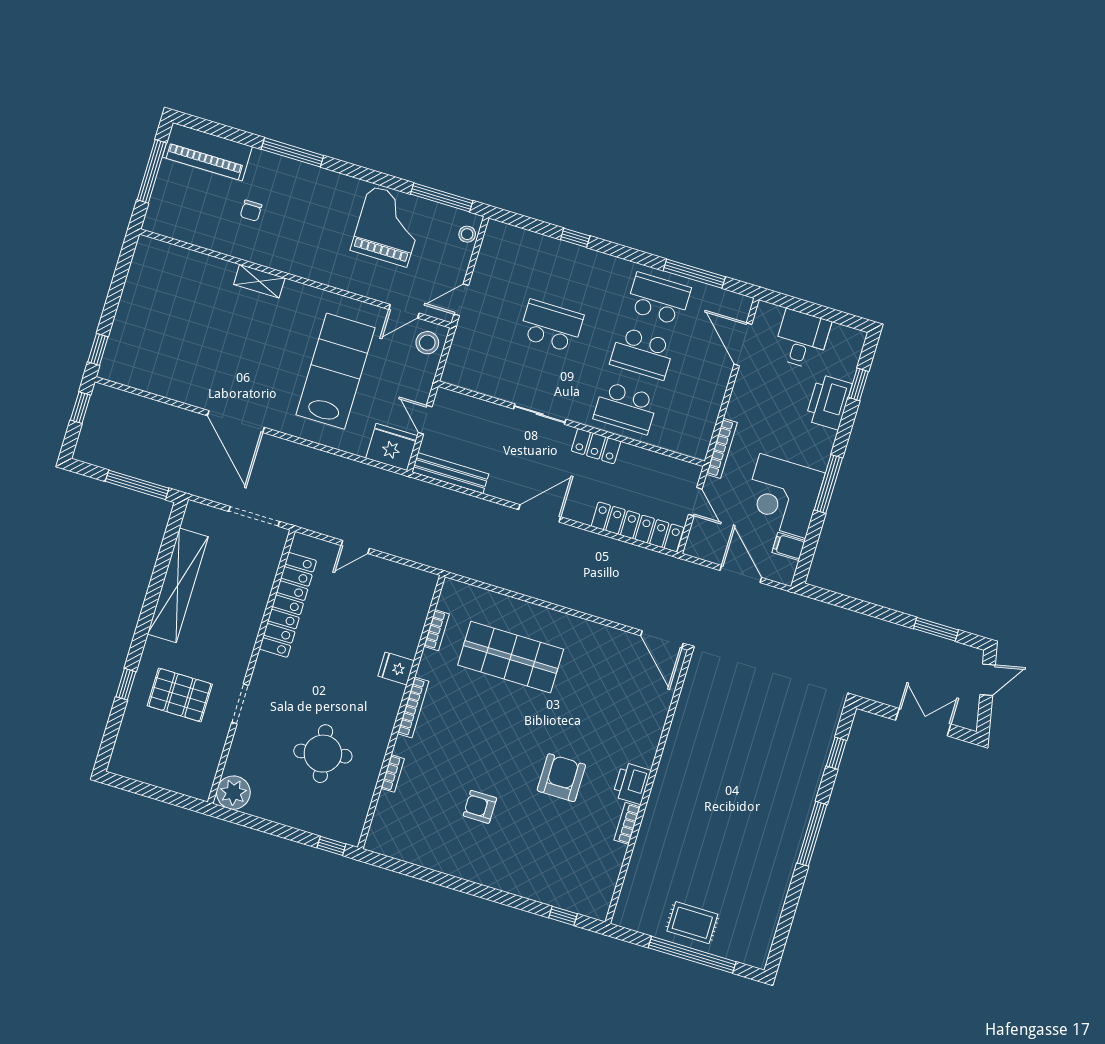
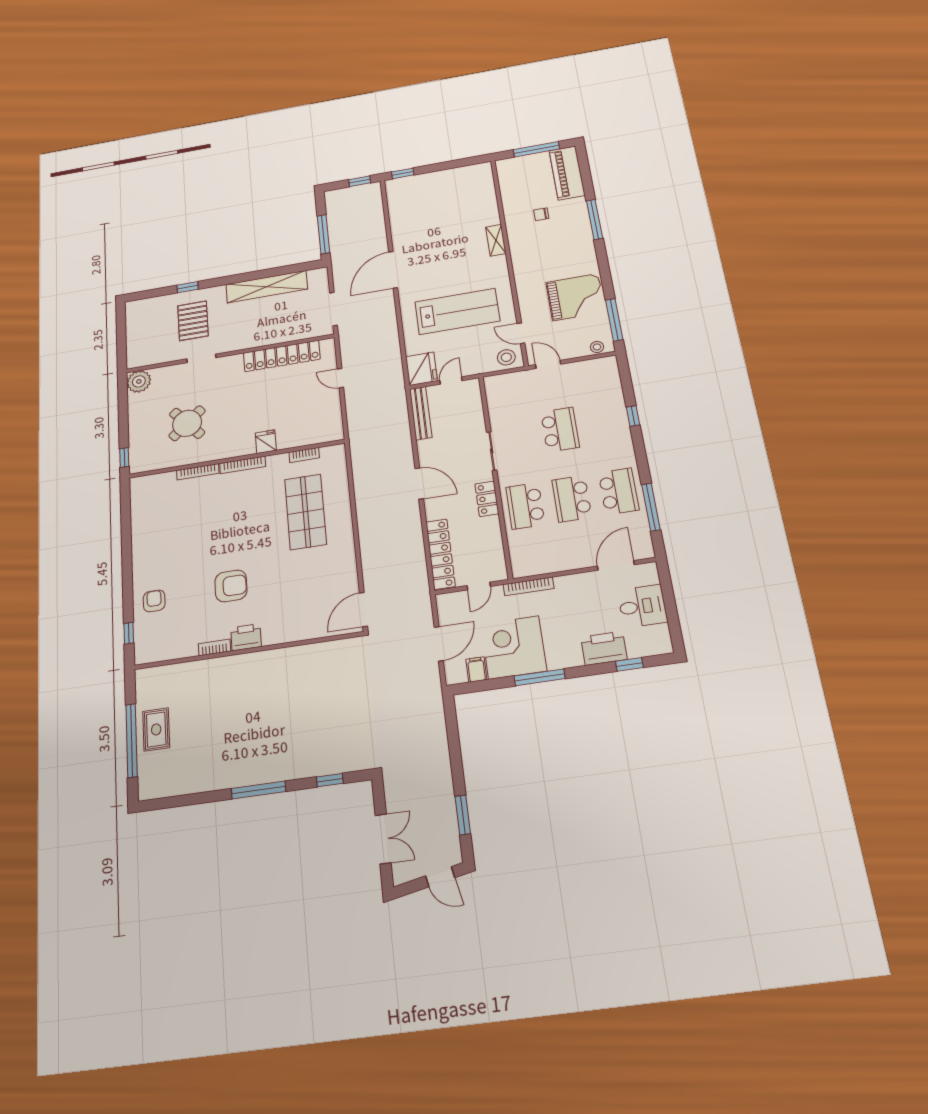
round table: (323, 754) -> (187, 423), turned -31
bookcase: (393, 773) -> (198, 472), width x1.56
armchair: (480, 807) -> (154, 601), moved

